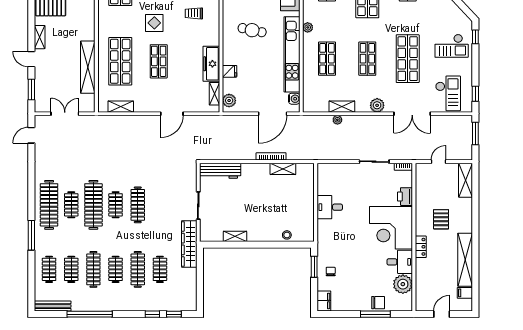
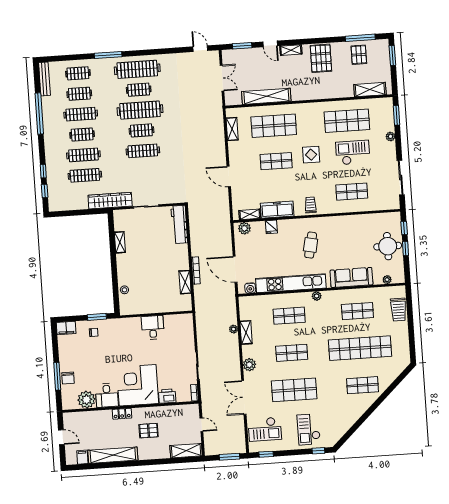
trolley: (194, 13) -> (310, 205), moved
door: (31, 59) -> (270, 44), swing flipped
clothes rail: (160, 269) -> (85, 175), width x1.36

